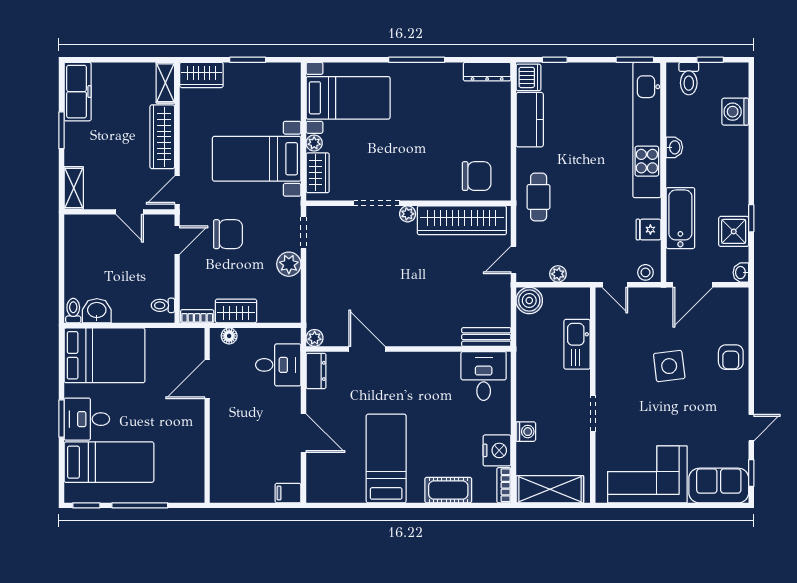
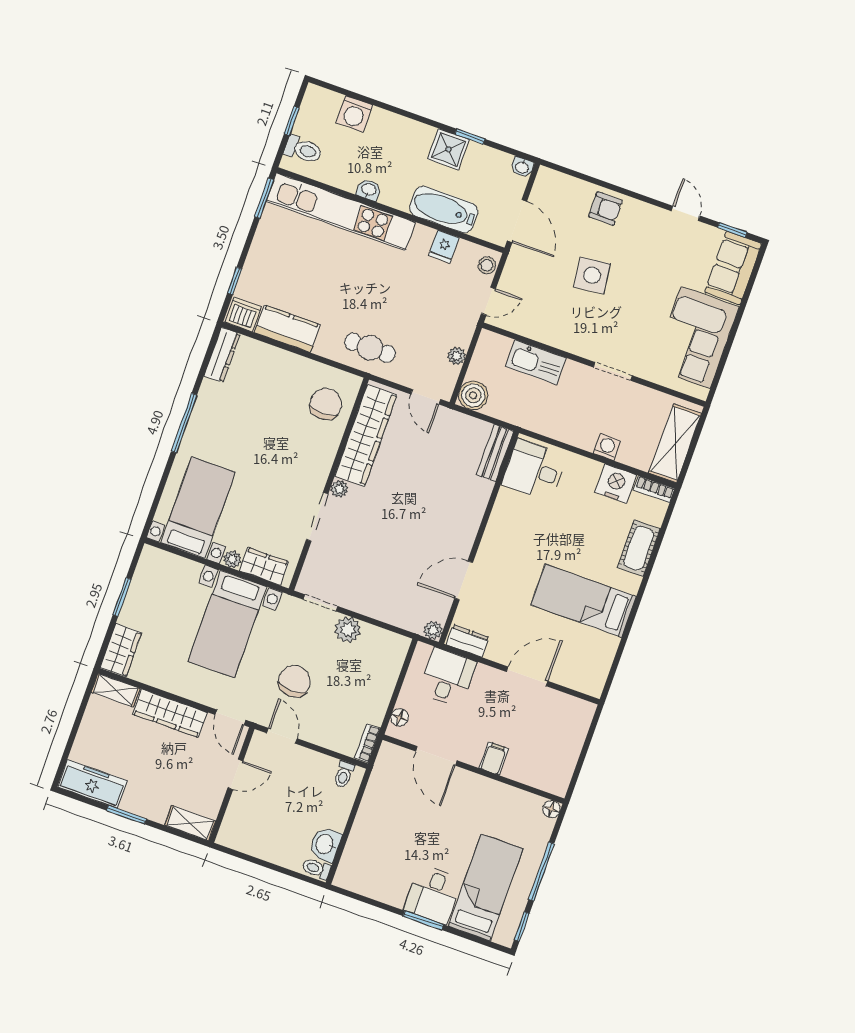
shower: (734, 231) -> (448, 149), moved
wardrobe: (236, 311) -> (376, 701), removed
bed: (105, 355) -> (374, 853), removed
filing cabinet: (288, 493) -> (494, 758), moved, turned 180
floor lamp: (197, 495) -> (551, 809), added

